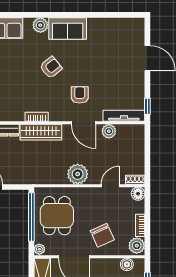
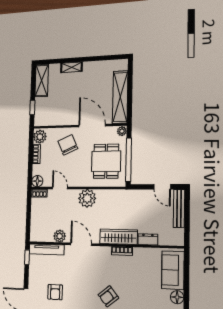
armchair: (80, 95) -> (55, 292), moved
door: (110, 186) -> (60, 188), swing flipped
boiler: (127, 264) -> (48, 120), removed

